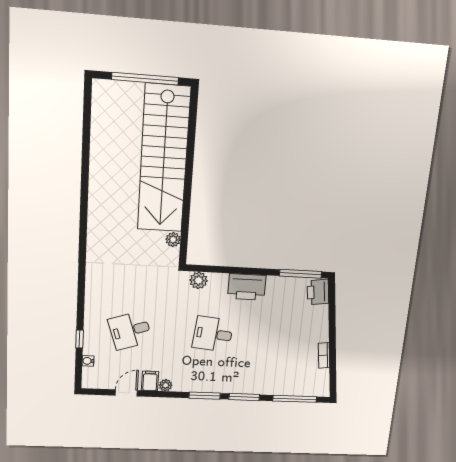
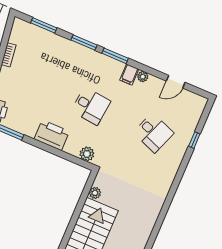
desk: (130, 330) -> (153, 133), turned 39
water cooler: (88, 361) -> (195, 120), removed
filing cabinet: (150, 381) -> (129, 75), moved
window: (295, 399) -> (44, 25), width x0.69

